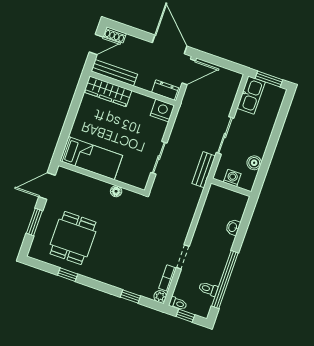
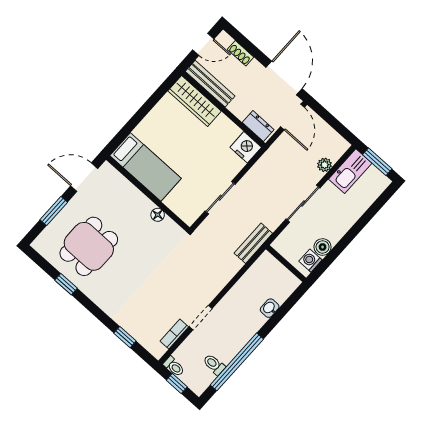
shoe rack: (115, 35) -> (241, 53), moved
door: (189, 72) -> (292, 117), hinge flipped
bench: (204, 170) -> (253, 243), moved
washing machine: (232, 178) -> (310, 261), moved, turned -90
plant: (160, 296) -> (324, 165), moved

